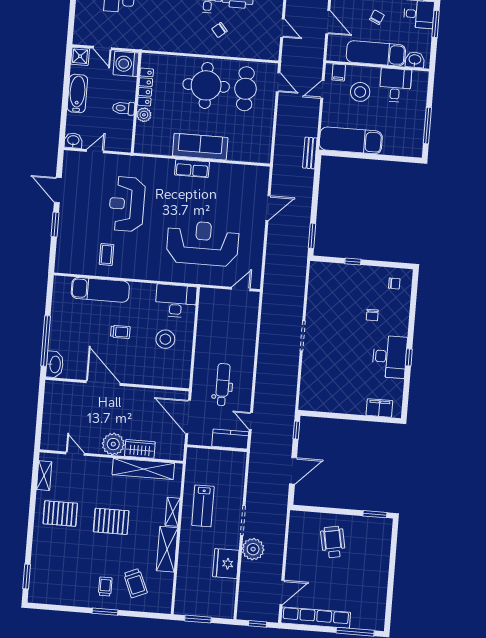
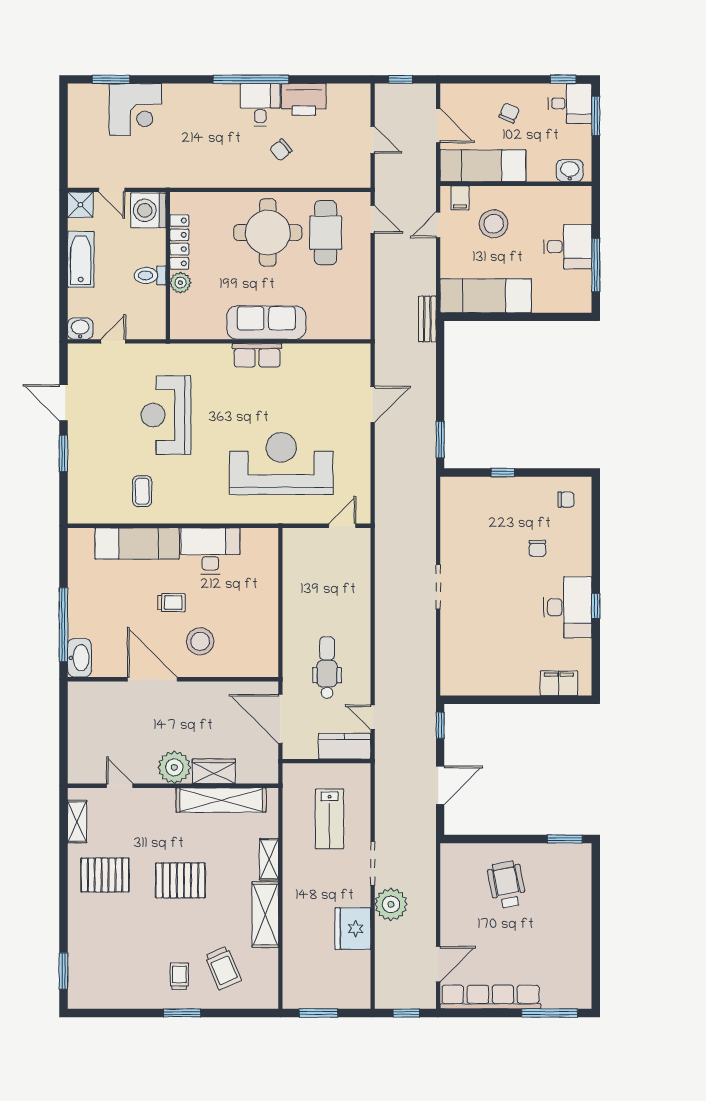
exam couch: (376, 53) -> (483, 166), moved
desk: (395, 85) -> (568, 247), moved, turned 90
desk: (176, 301) -> (210, 551), moved
stool: (165, 339) -> (200, 641), moved
lab bench: (203, 506) -> (330, 819), moved

